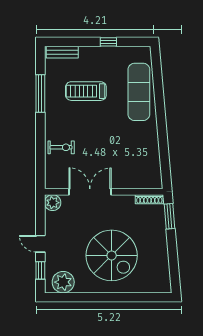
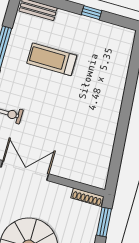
exercise mat: (139, 92) -> (109, 77), removed

